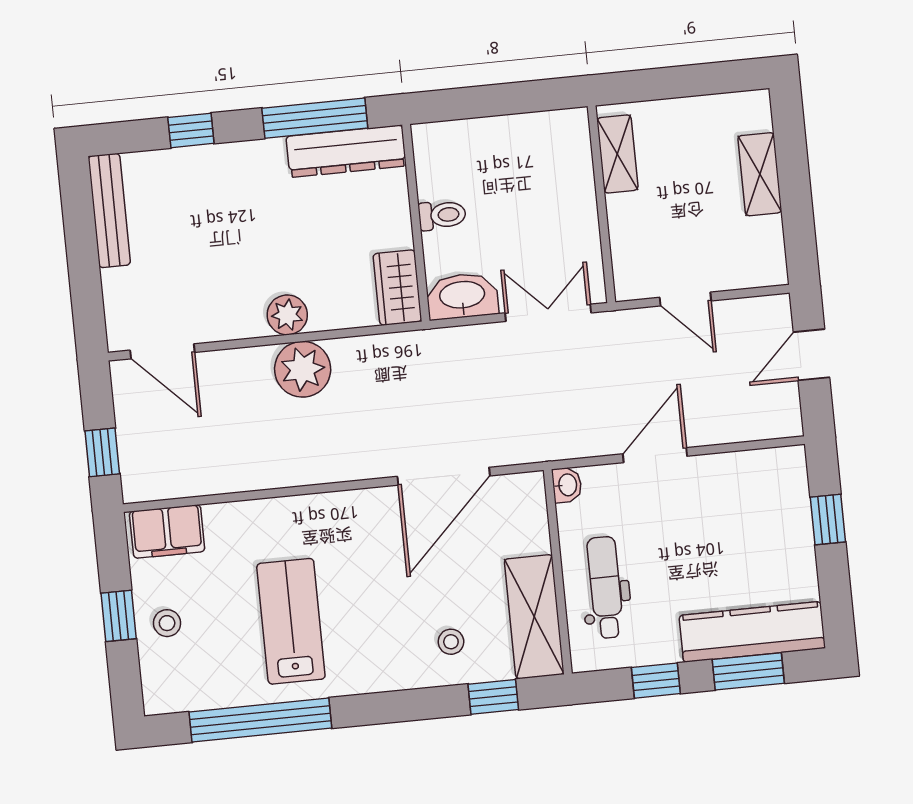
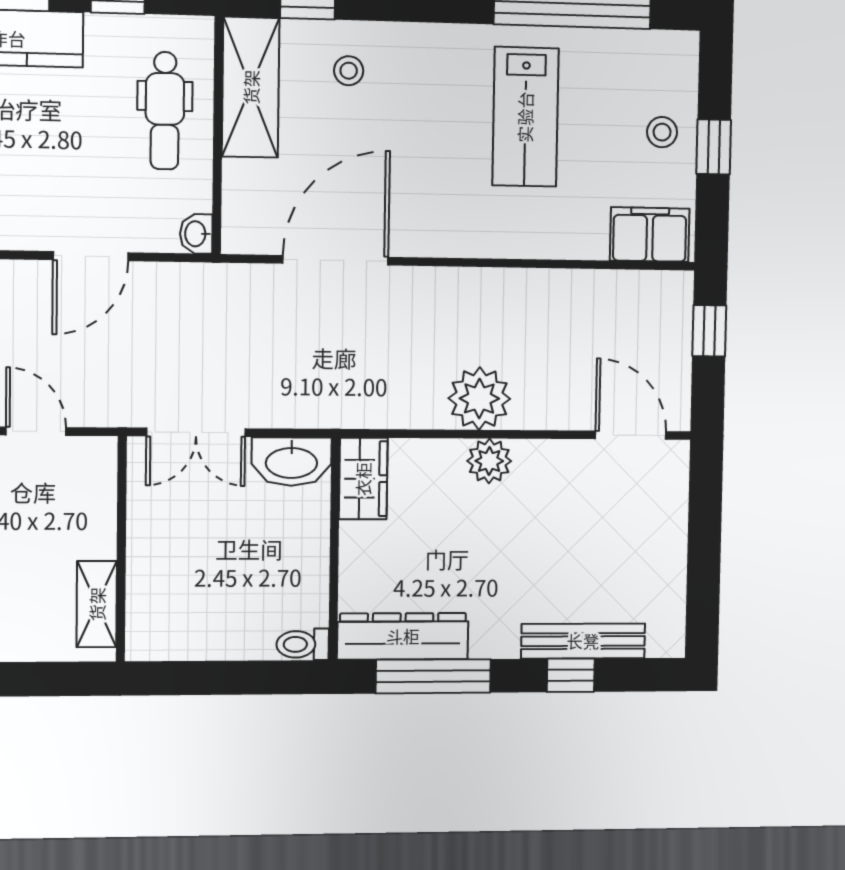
bench: (109, 210) -> (583, 641), moved, turned 90
toilet: (442, 215) -> (303, 644), moved

